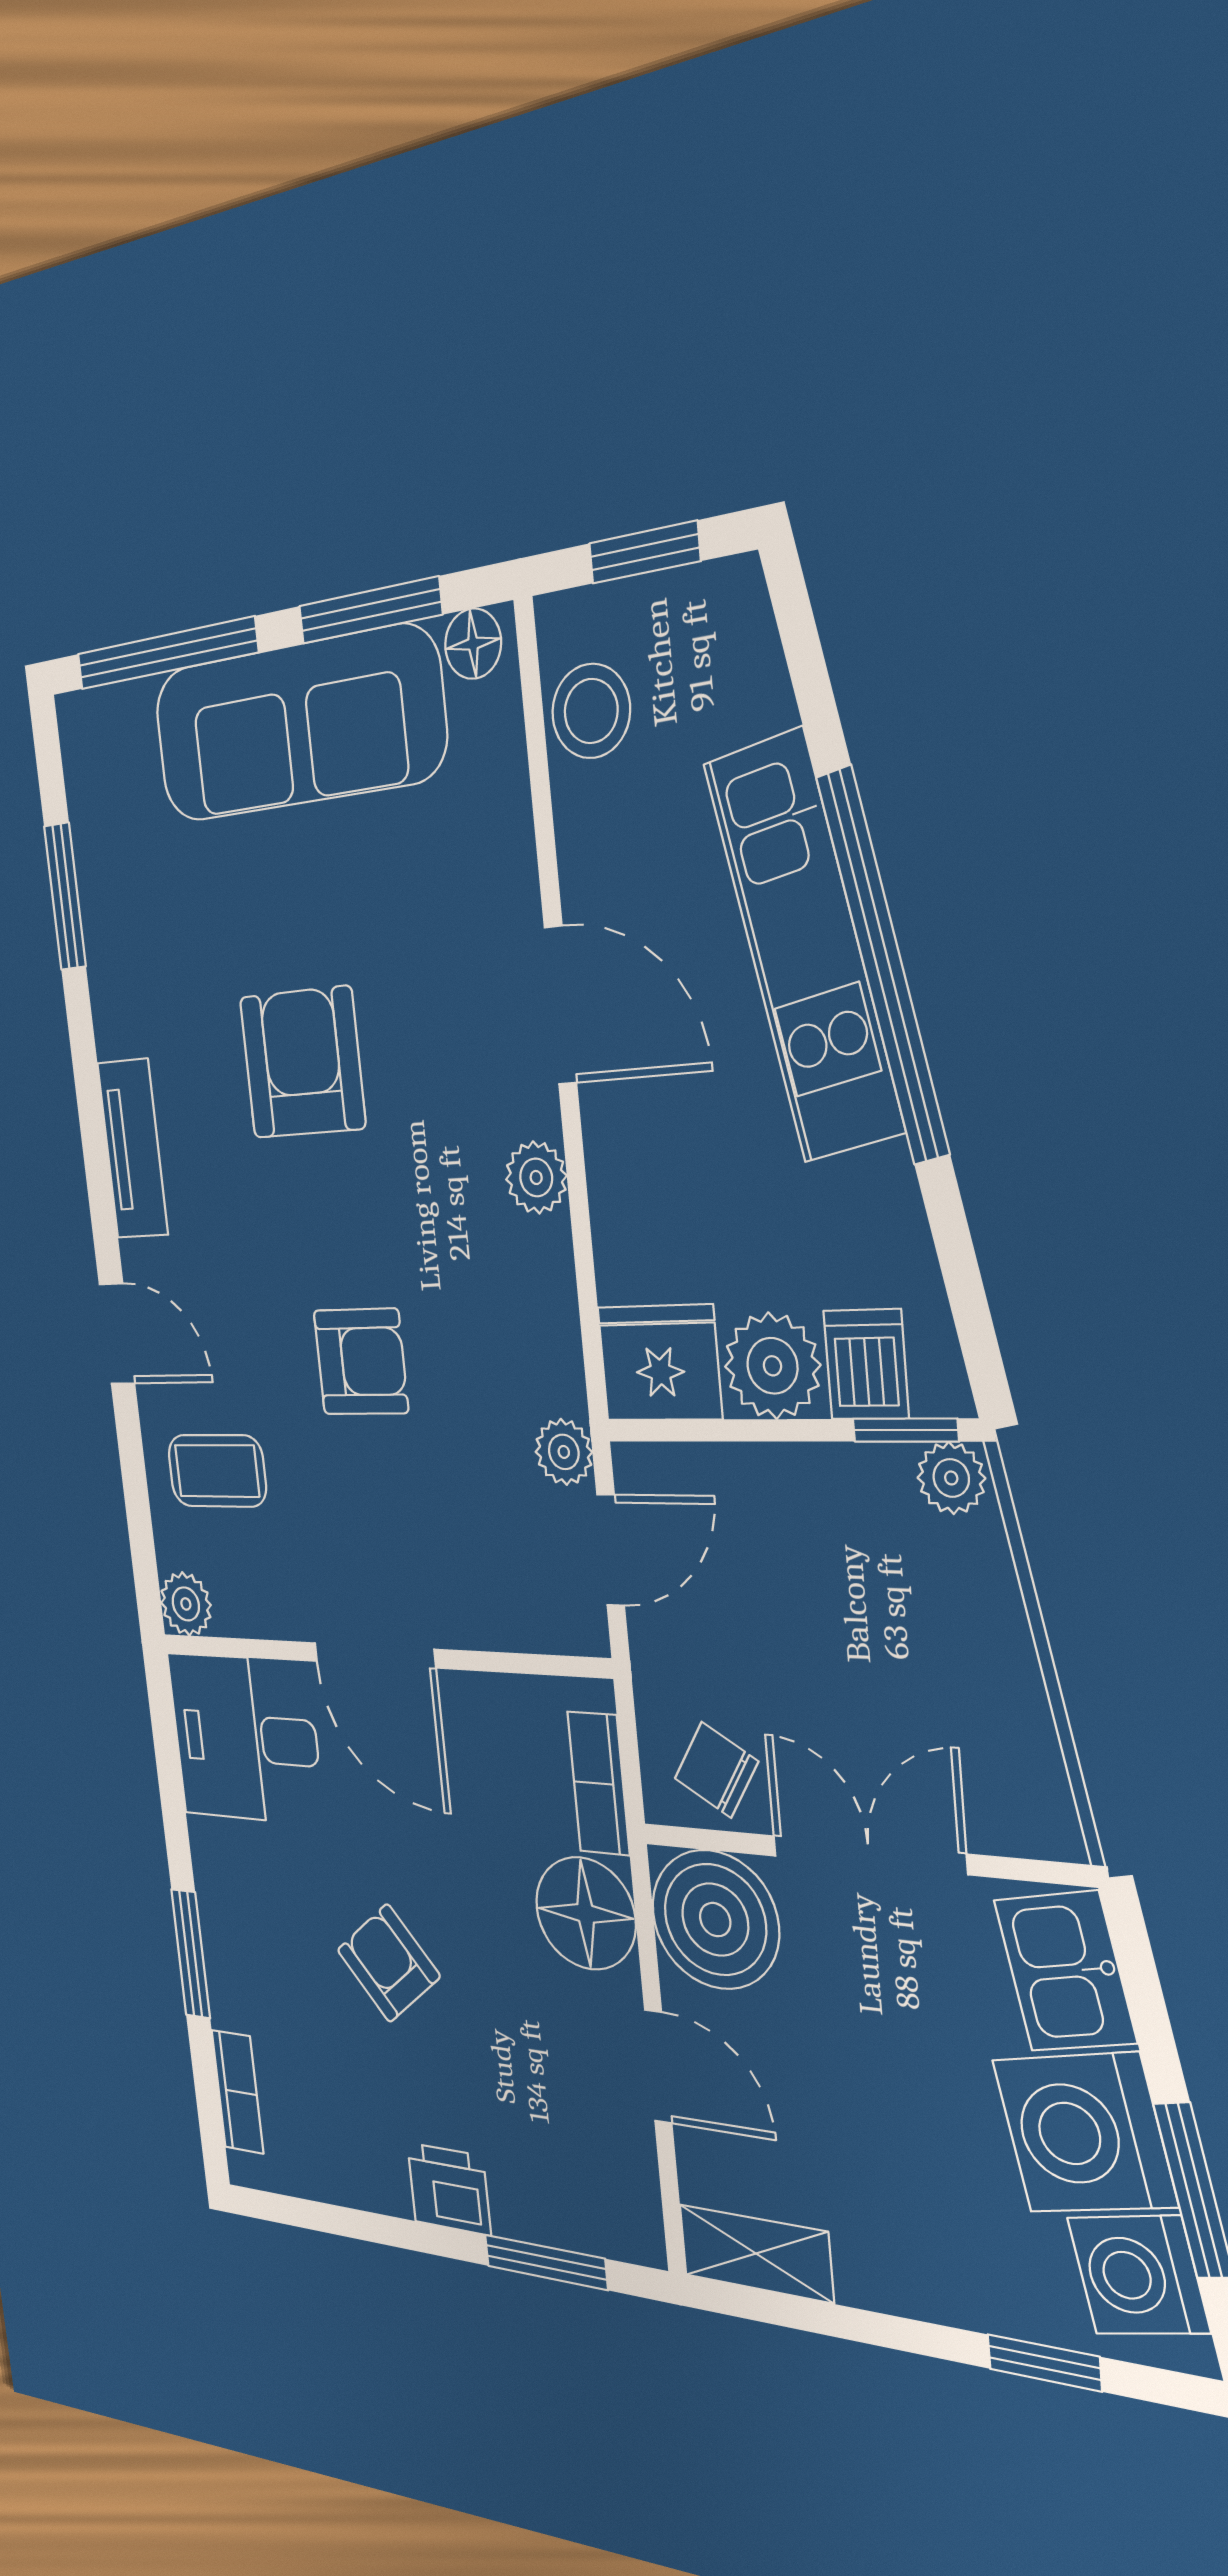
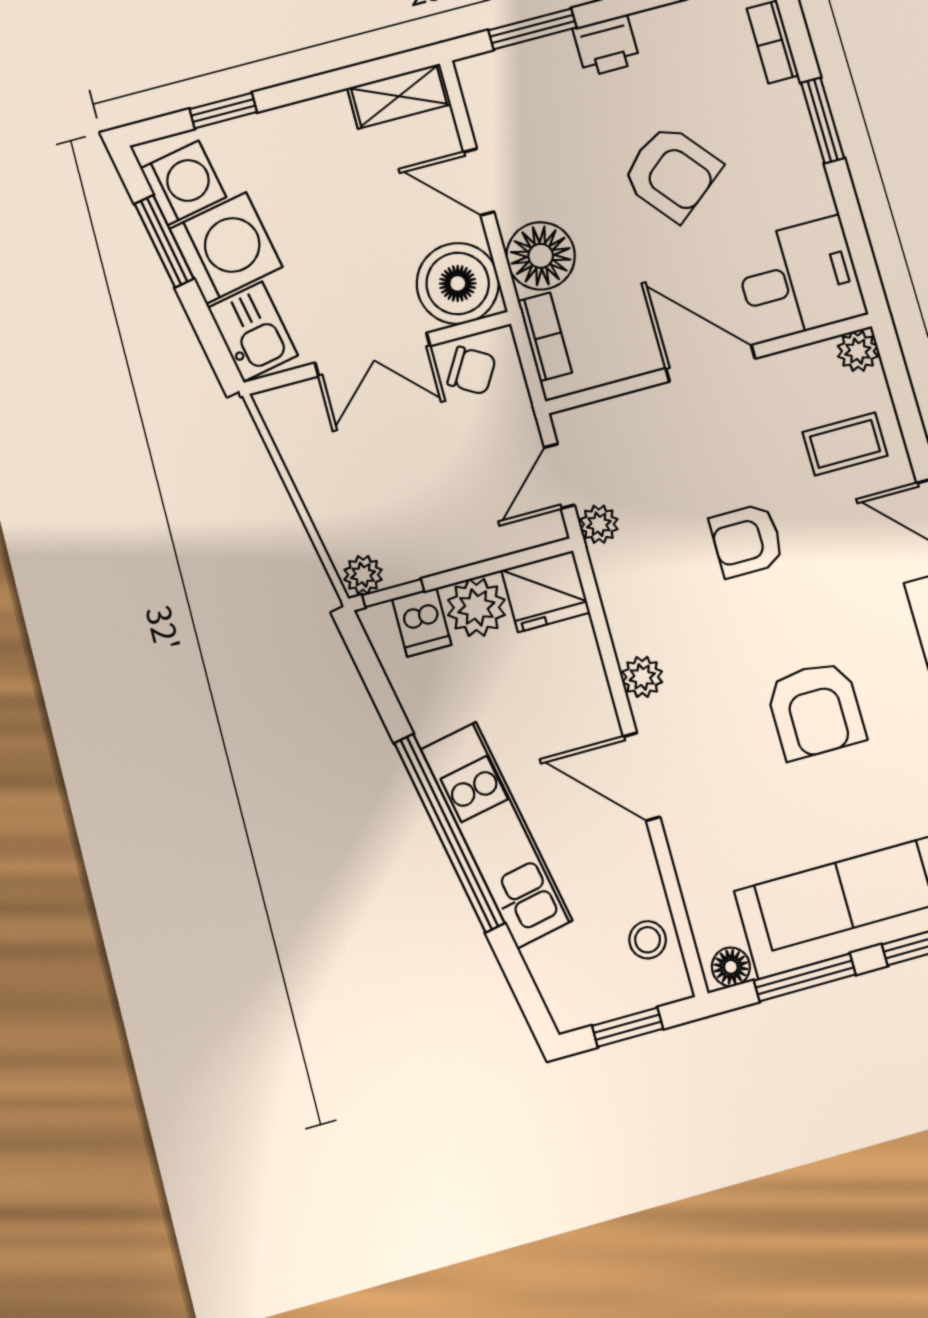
stool: (591, 711) -> (648, 940), width x0.73, depth x0.73
armchair: (389, 1963) -> (671, 173), width x1.38, depth x1.38

